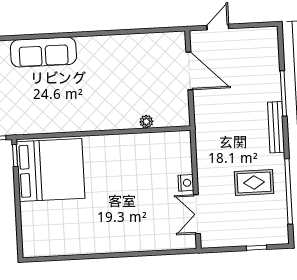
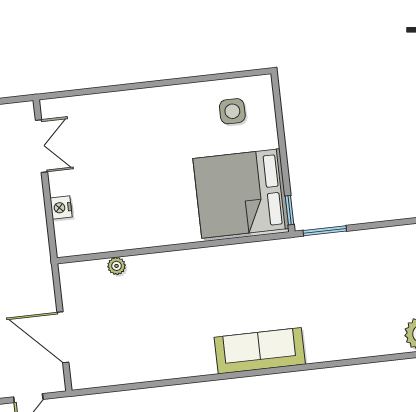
nightstand: (186, 183) -> (61, 208), moved
side table: (53, 232) -> (232, 111), added

